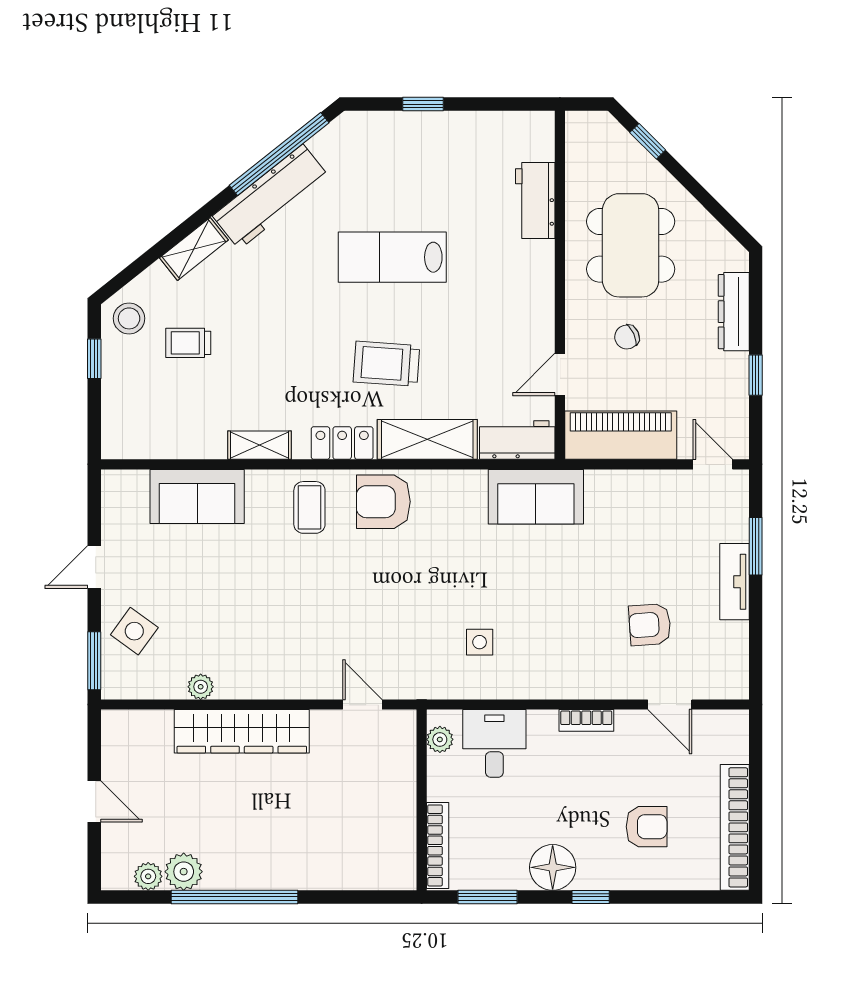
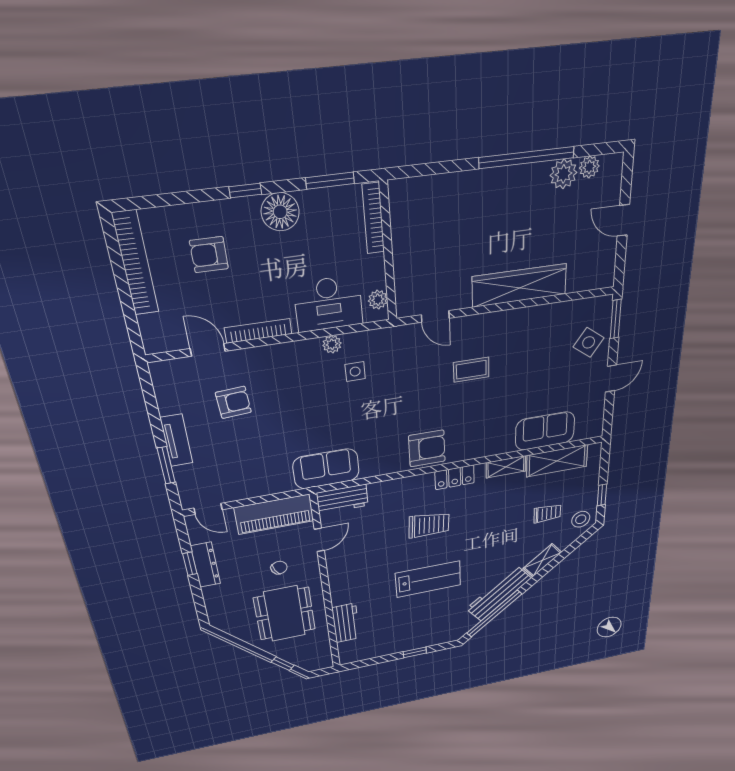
dresser: (734, 312) -> (206, 565), moved
shelving: (427, 439) -> (557, 461), moved
coffee table: (309, 507) -> (471, 370), moved, turned 90
plant: (201, 687) -> (332, 344), moved
bookcase: (586, 720) -> (258, 331), width x1.56
desk: (494, 743) -> (328, 304), width x1.37

